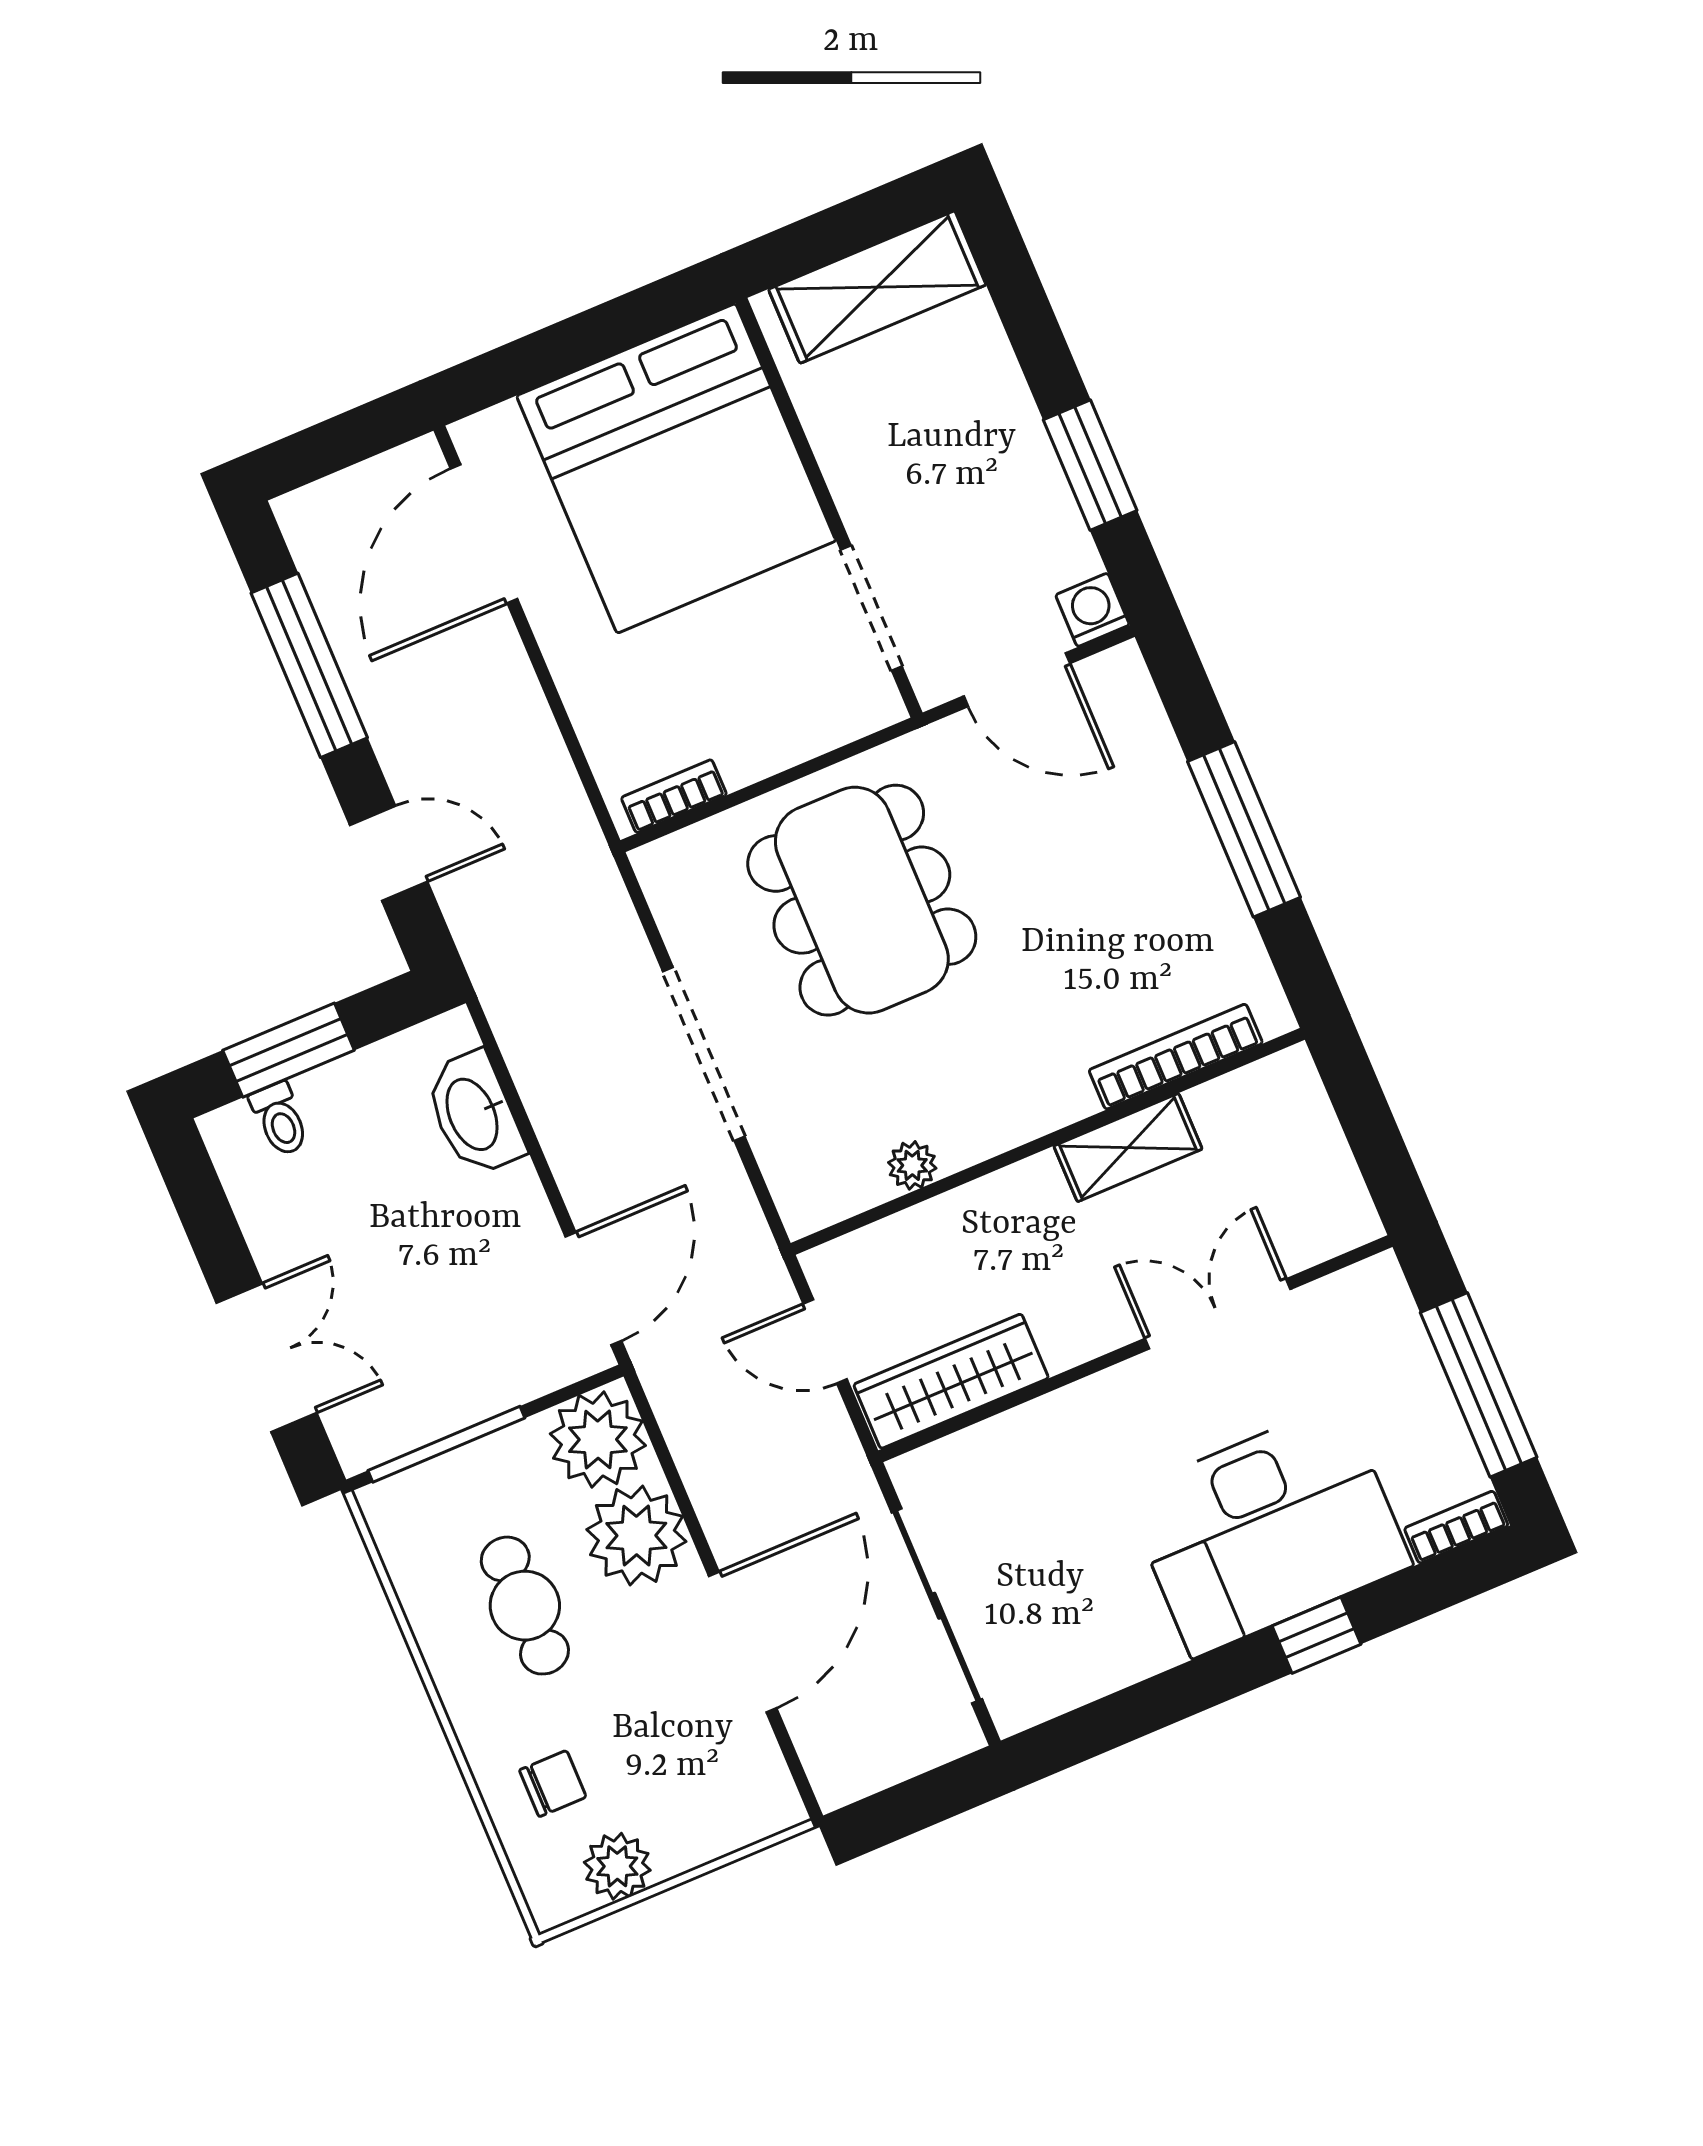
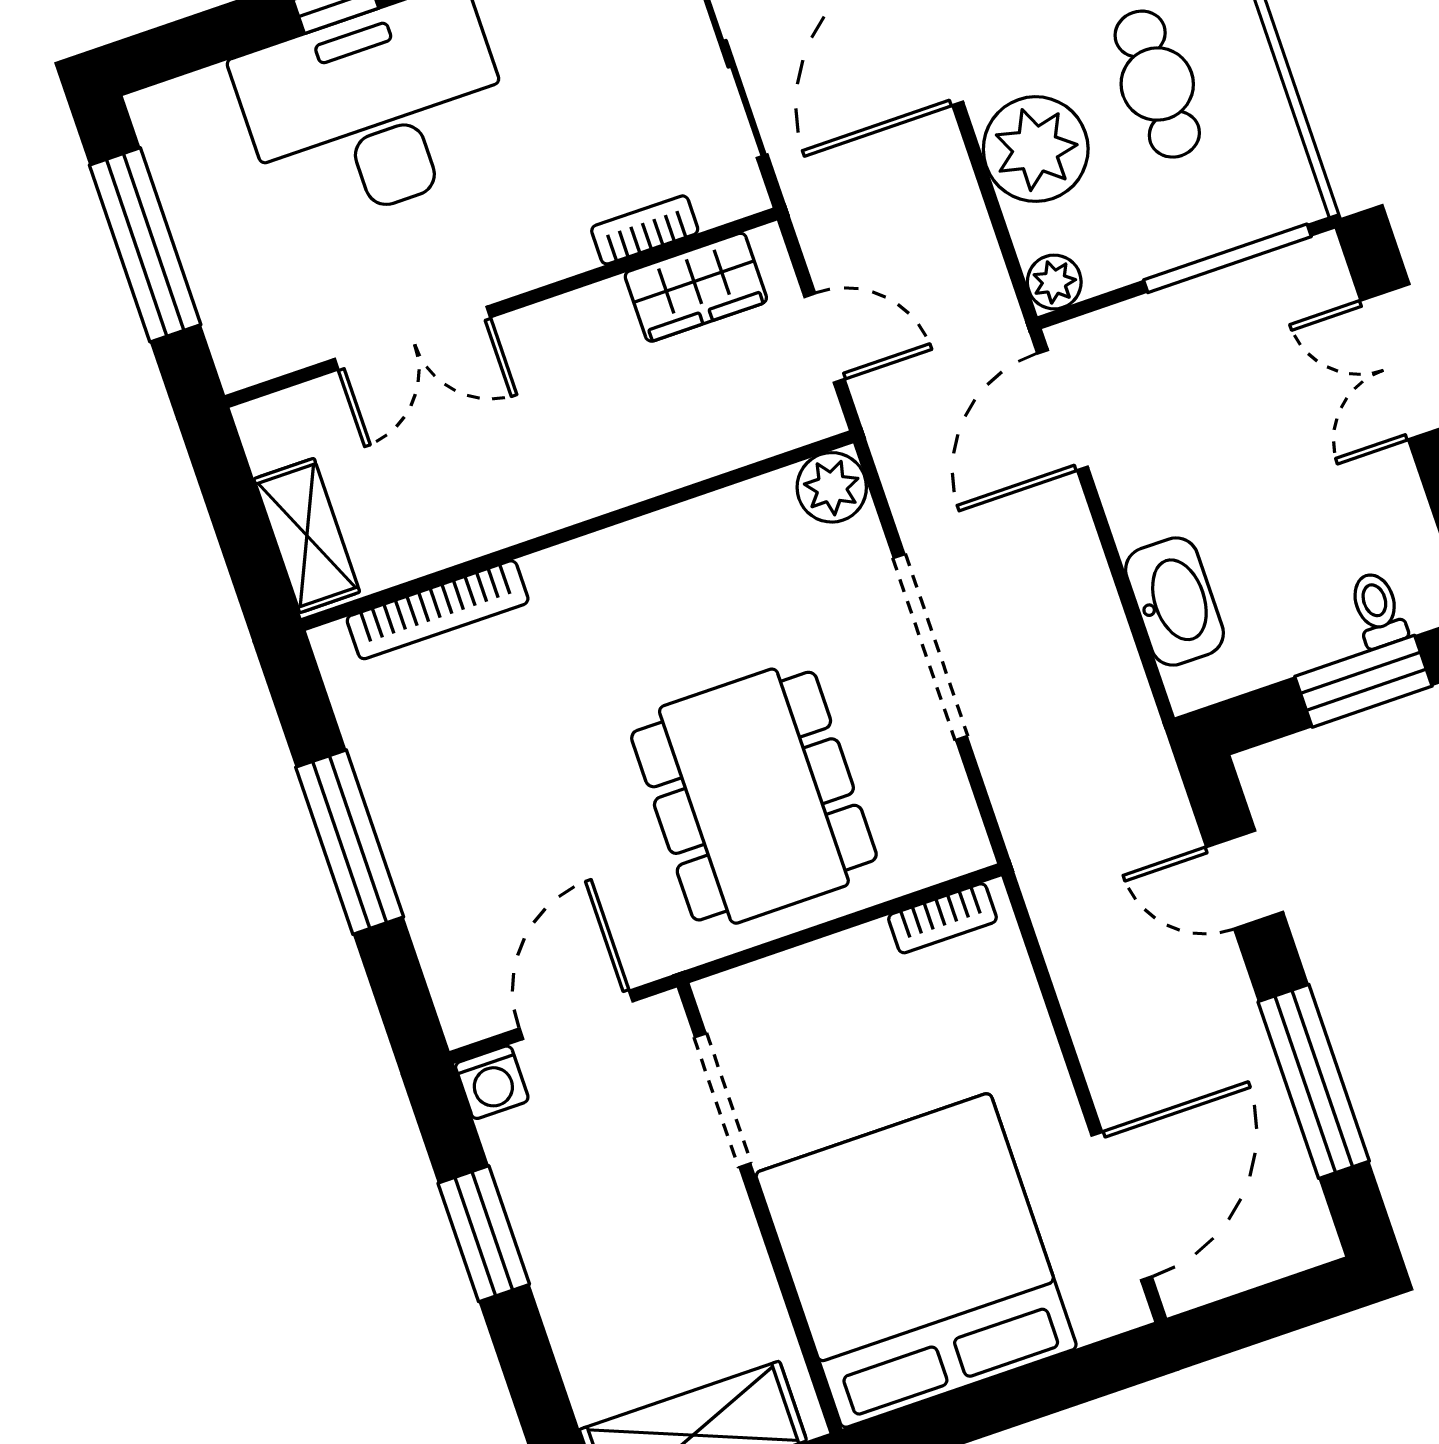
door: (1017, 680) -> (576, 1015), hinge flipped
shelving: (1128, 1148) -> (307, 535), moved, turned 90
plant: (912, 1165) -> (832, 487), moved, width x1.38, depth x1.38
wardrobe: (951, 1381) -> (696, 287), width x0.67
plant: (598, 1440) -> (1054, 282), width x0.53, depth x0.53
bookcase: (1456, 1527) -> (645, 230), moved, turned 180

